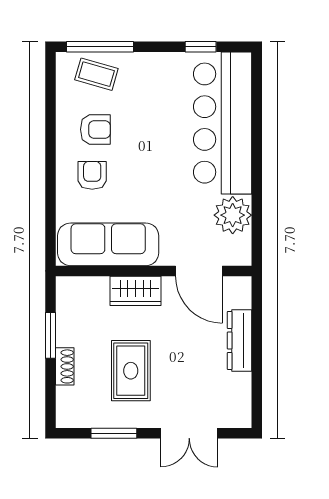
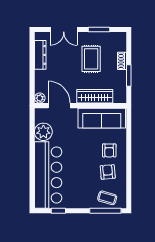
armchair: (95, 129) -> (108, 172), turned 85
plant: (240, 287) -> (40, 98), added
wardrobe: (136, 291) -> (95, 96), width x1.50
dresser: (239, 340) -> (40, 55), moved
double door: (189, 433) -> (64, 30), swing flipped

